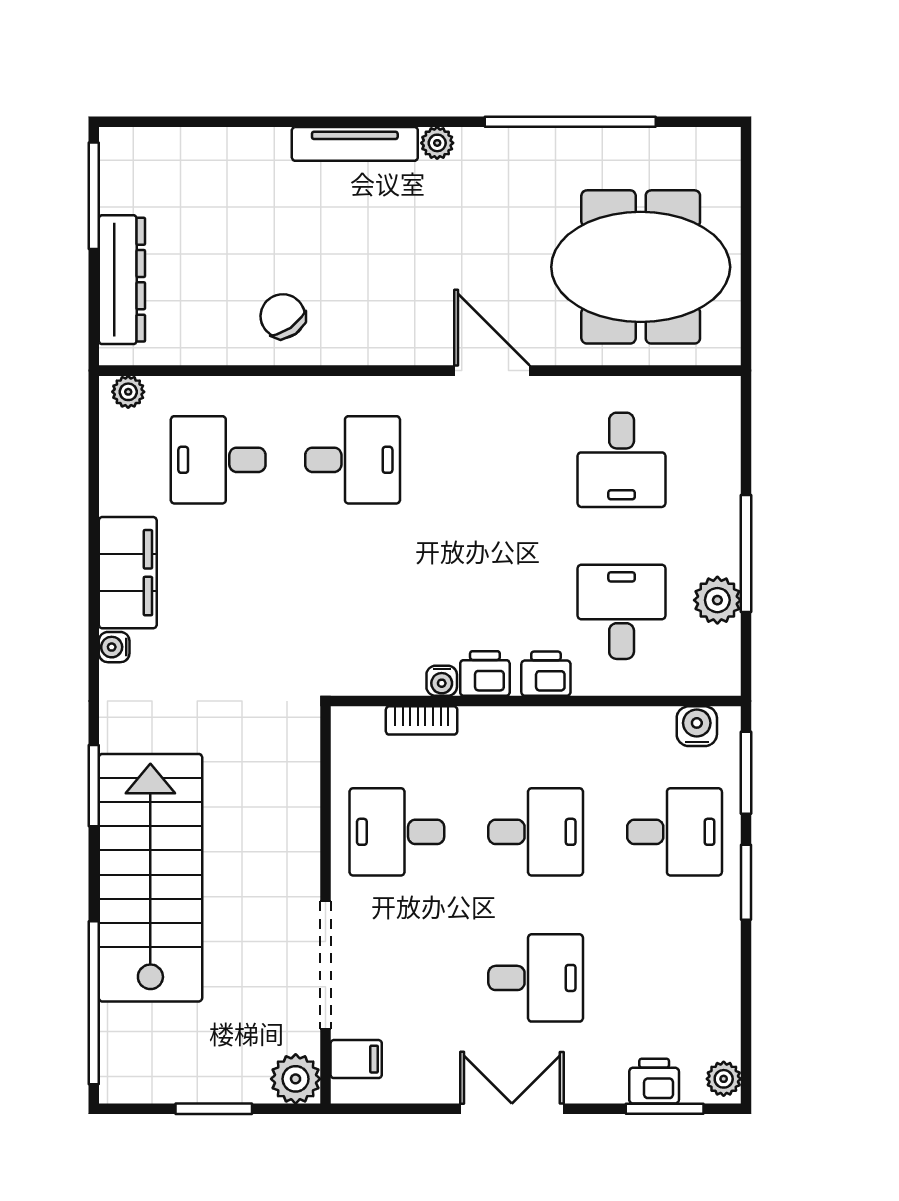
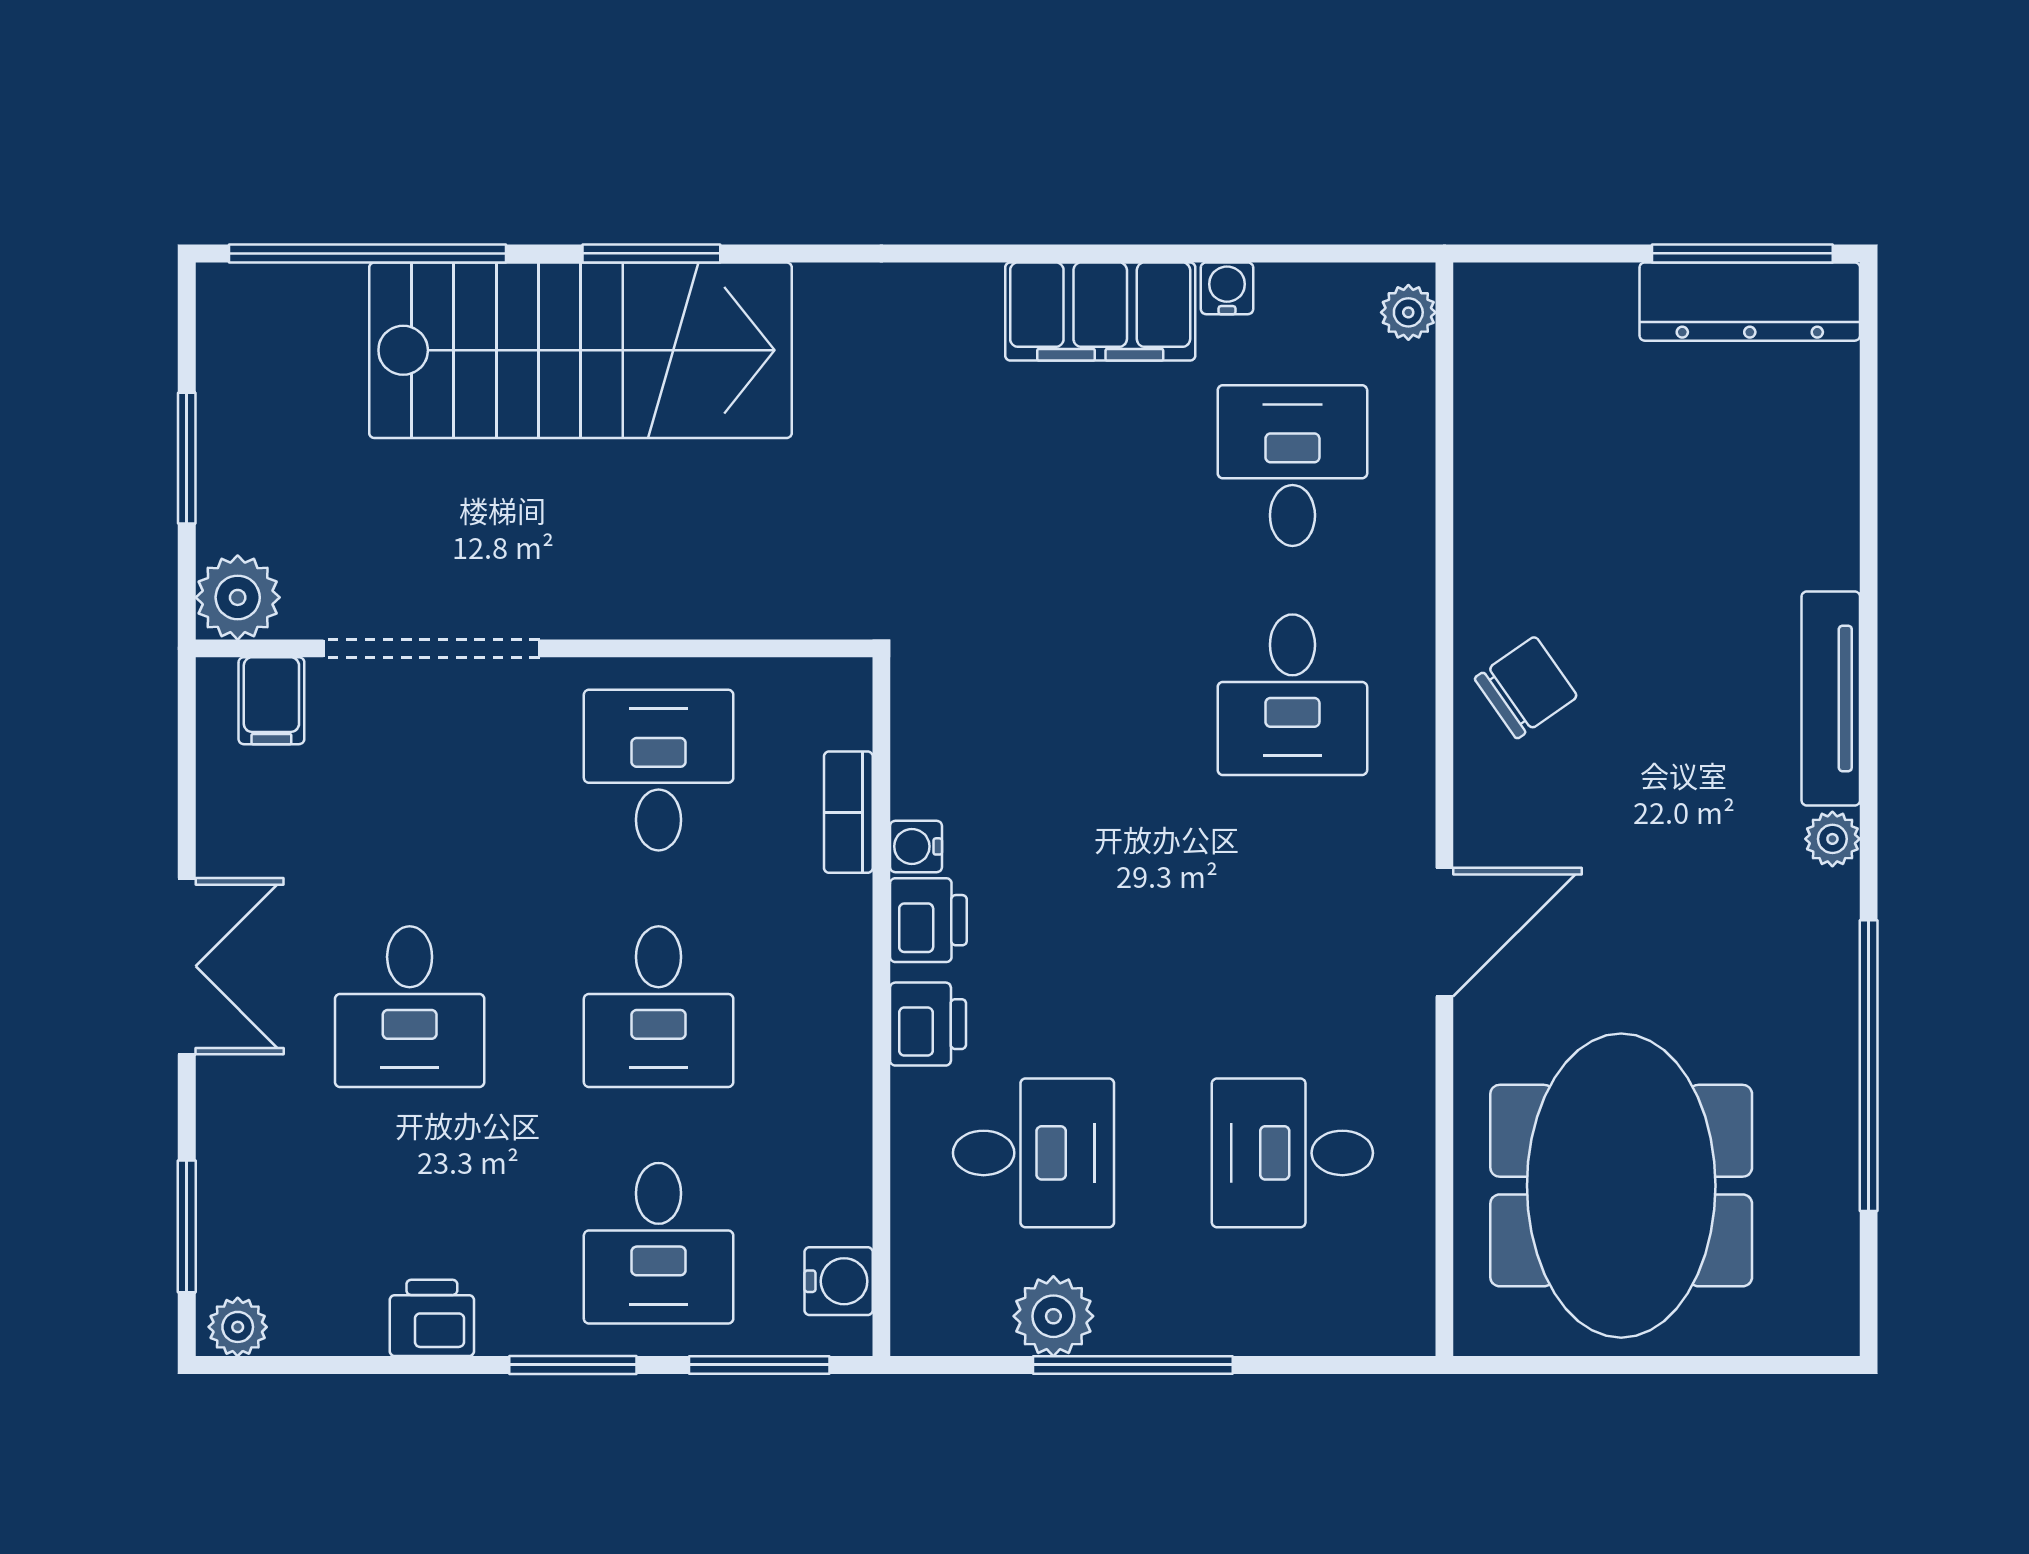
dresser: (122, 280) -> (1750, 302), moved
chair: (283, 316) -> (1526, 687), moved
water cooler: (114, 647) -> (1227, 288), moved
window: (94, 786) -> (651, 253), moved
printer: (654, 1081) -> (432, 1318), moved, turned -90

